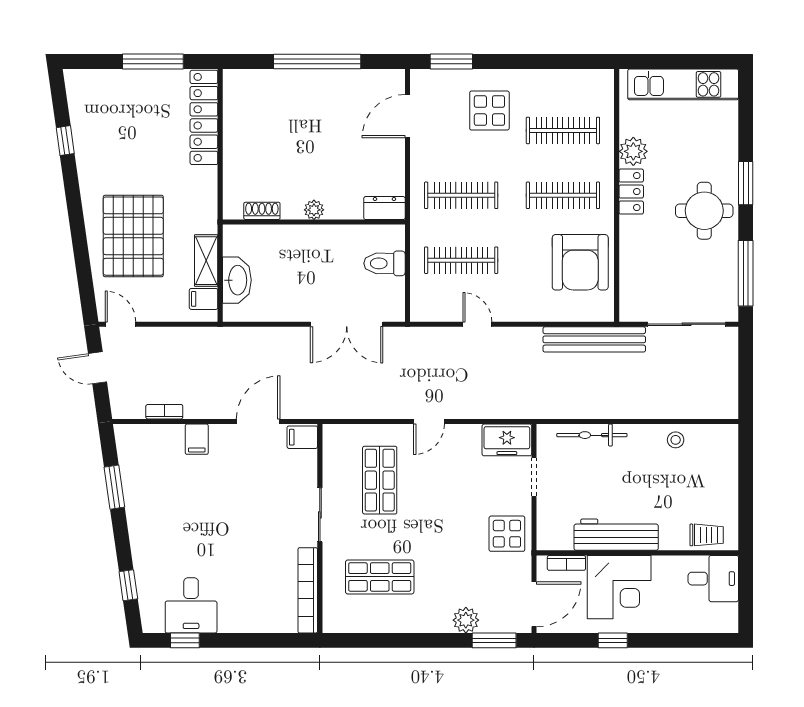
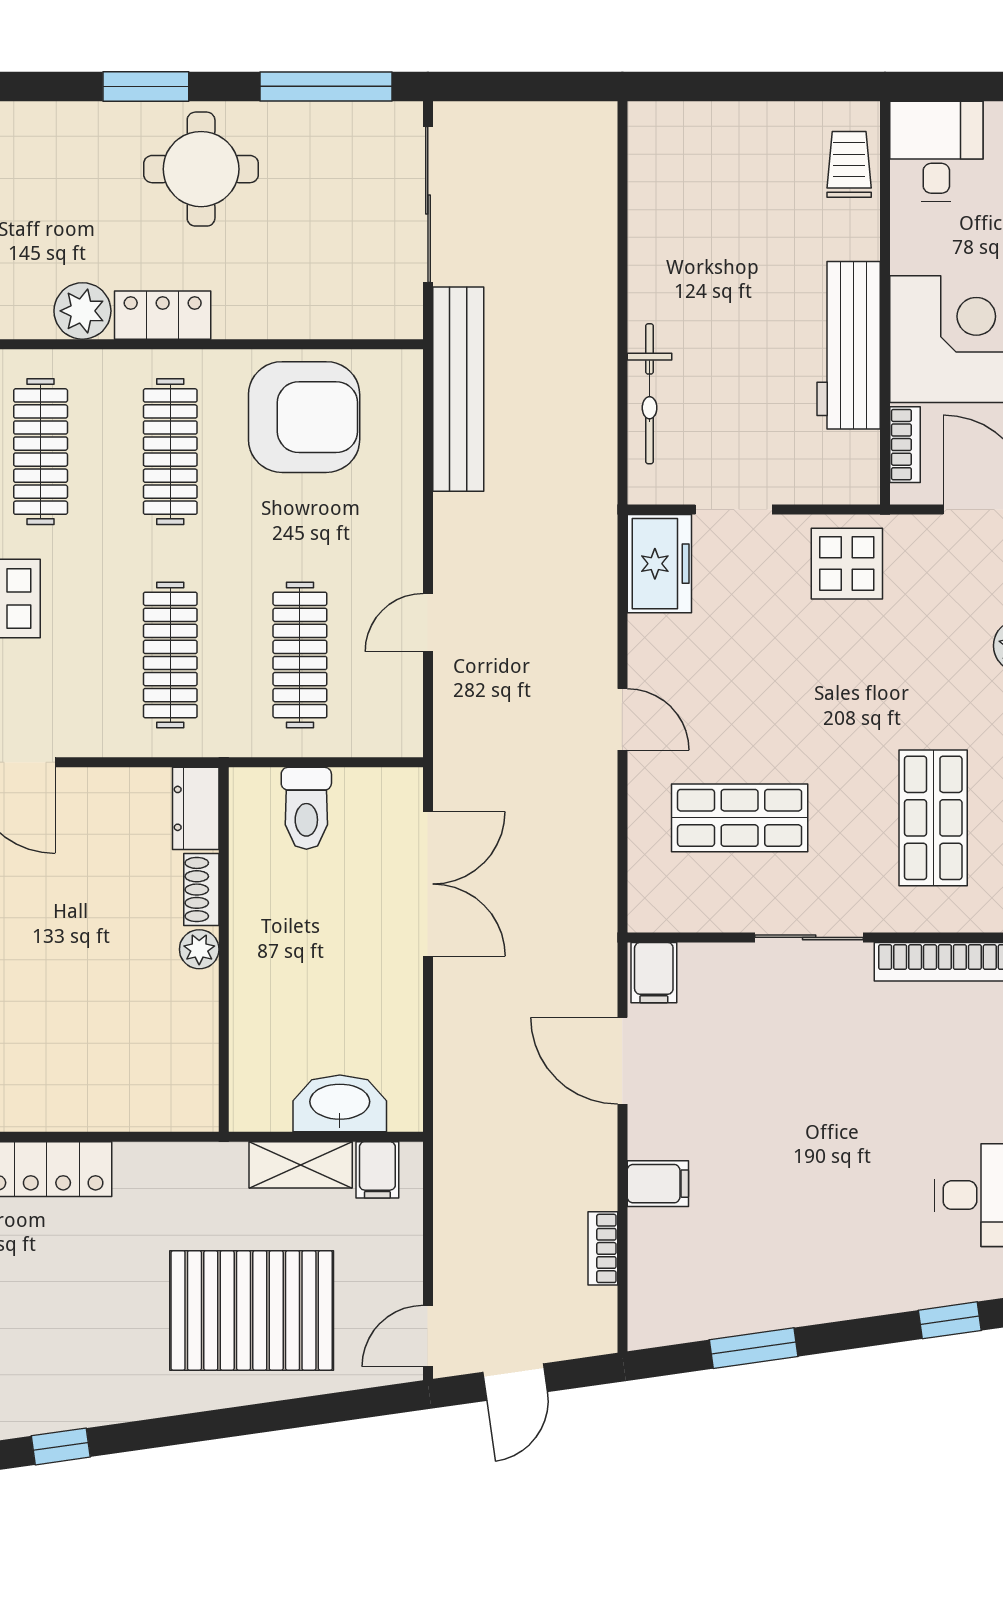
shoe rack: (262, 211) -> (201, 890), moved
stool: (676, 440) -> (659, 226), removed

